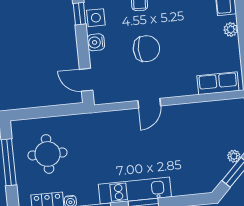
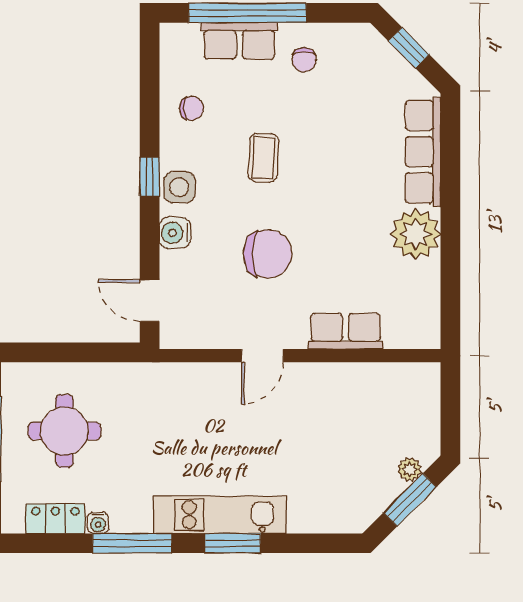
plant: (231, 30) -> (416, 234), width x1.88, depth x1.88
row of seats: (218, 83) -> (346, 331), moved

